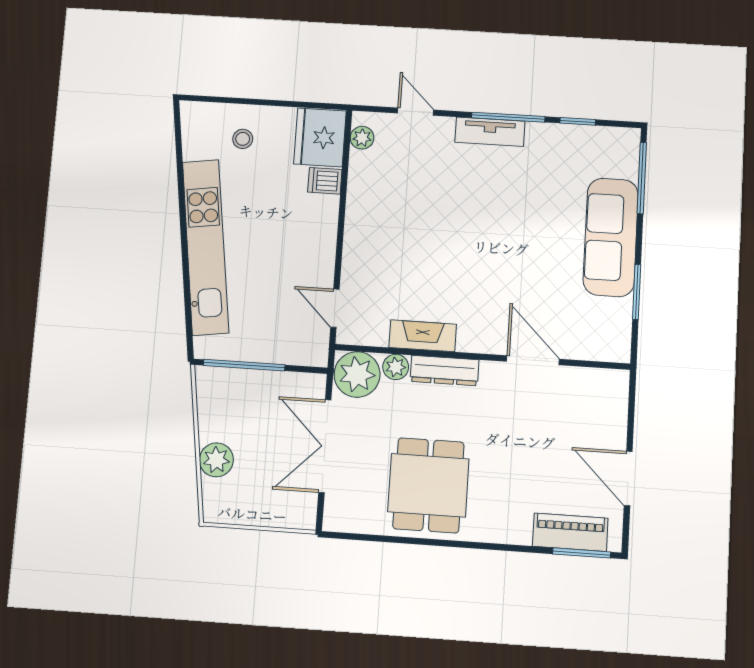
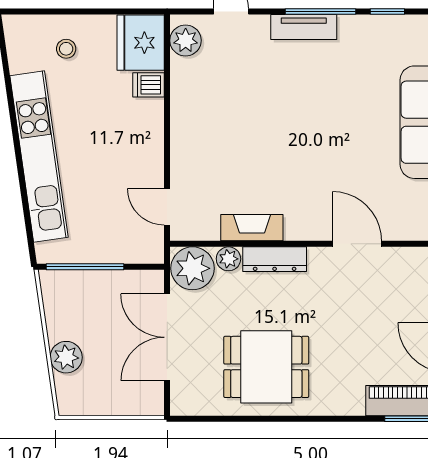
plant: (362, 138) -> (186, 40), width x1.38, depth x1.38
dining table: (428, 485) -> (266, 367), turned 90

